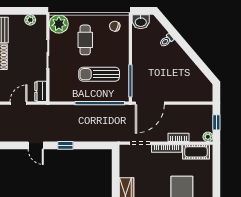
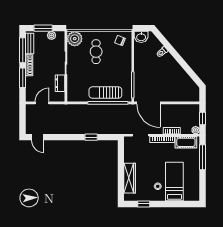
window: (20, 11) -> (43, 28), added
sun lounger: (99, 74) -> (105, 93), moved
dresser: (41, 91) -> (60, 83), moved
door: (150, 103) -> (149, 103), hinge flipped
door: (36, 145) -> (38, 137), moved
window: (65, 145) -> (91, 137), moved
window: (216, 170) -> (202, 157), added

